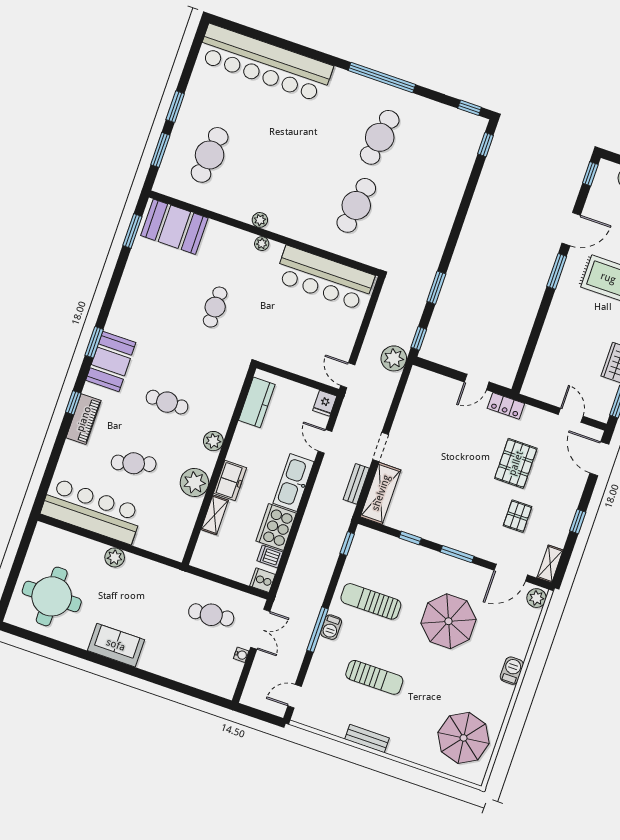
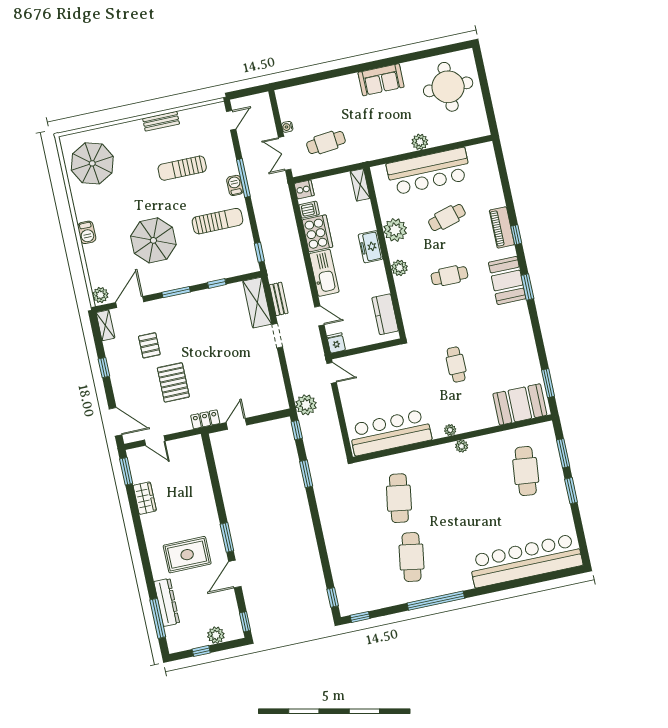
bar counter: (92, 511) -> (429, 171), moved
shelving: (215, 515) -> (360, 185), moved

